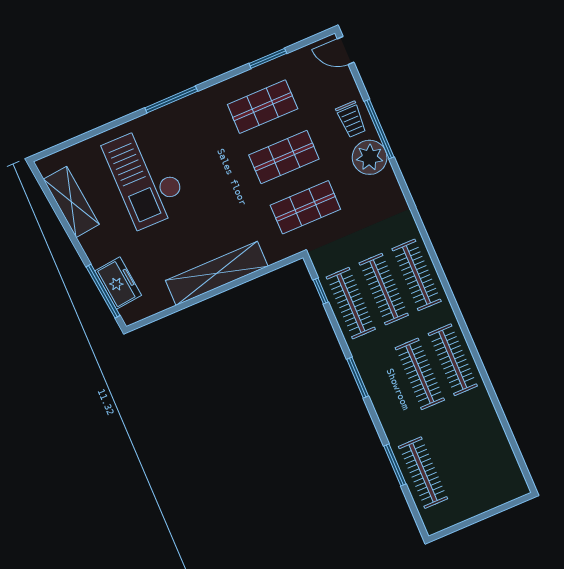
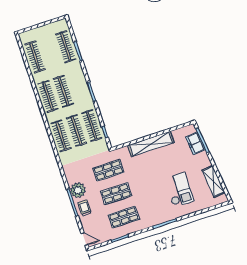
checkout: (146, 177) -> (179, 190), width x0.73, depth x0.83
clothes rail: (489, 445) -> (35, 57), added

